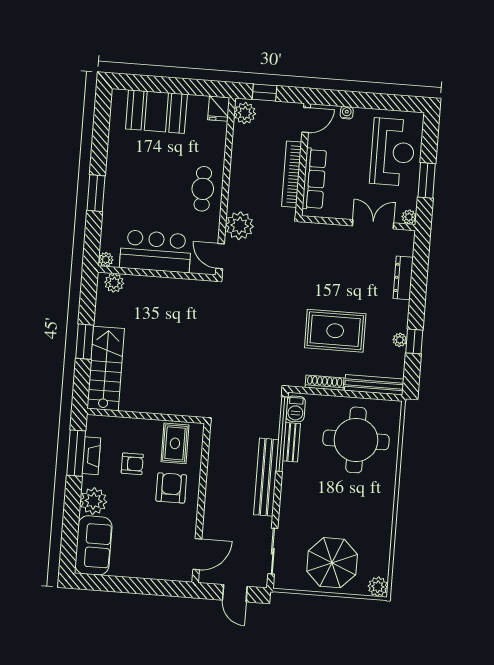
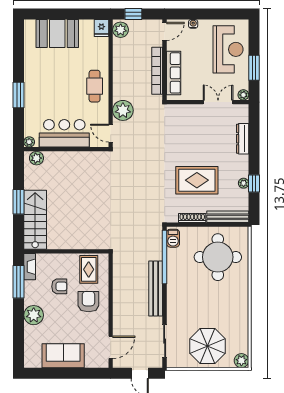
bench: (291, 442) -> (172, 262), removed
fireplace: (91, 456) -> (30, 267), moved
sofa: (93, 545) -> (63, 356), moved, turned -90

